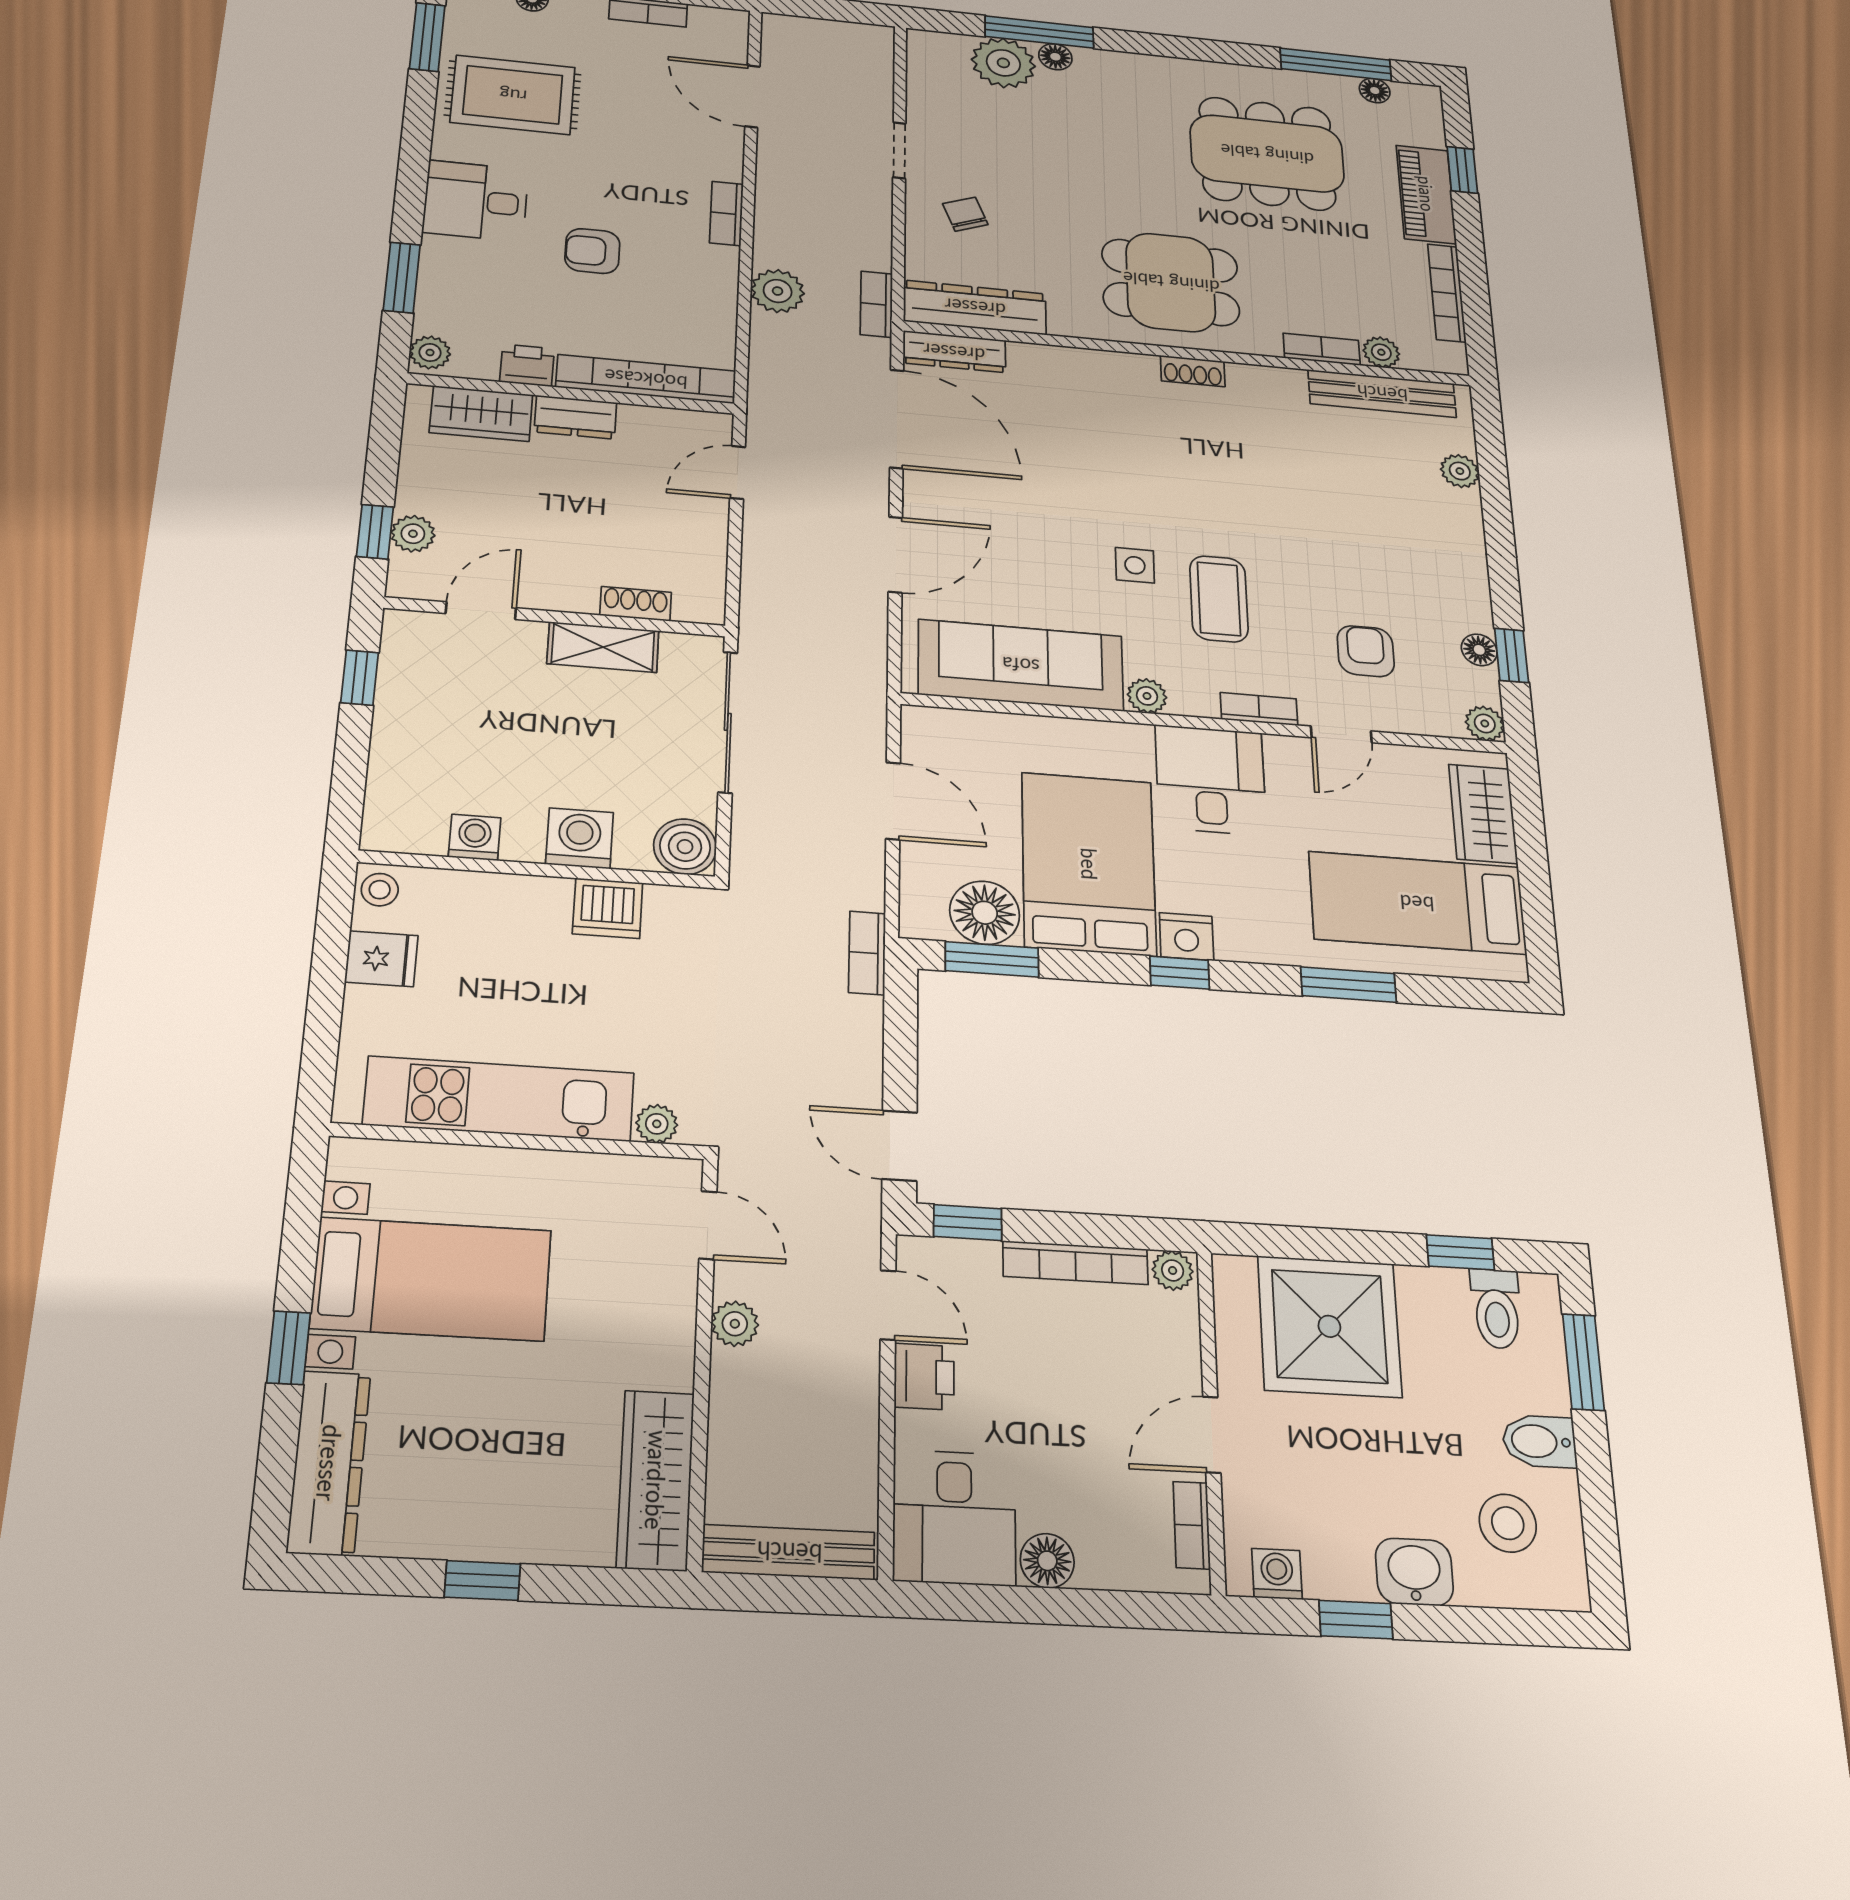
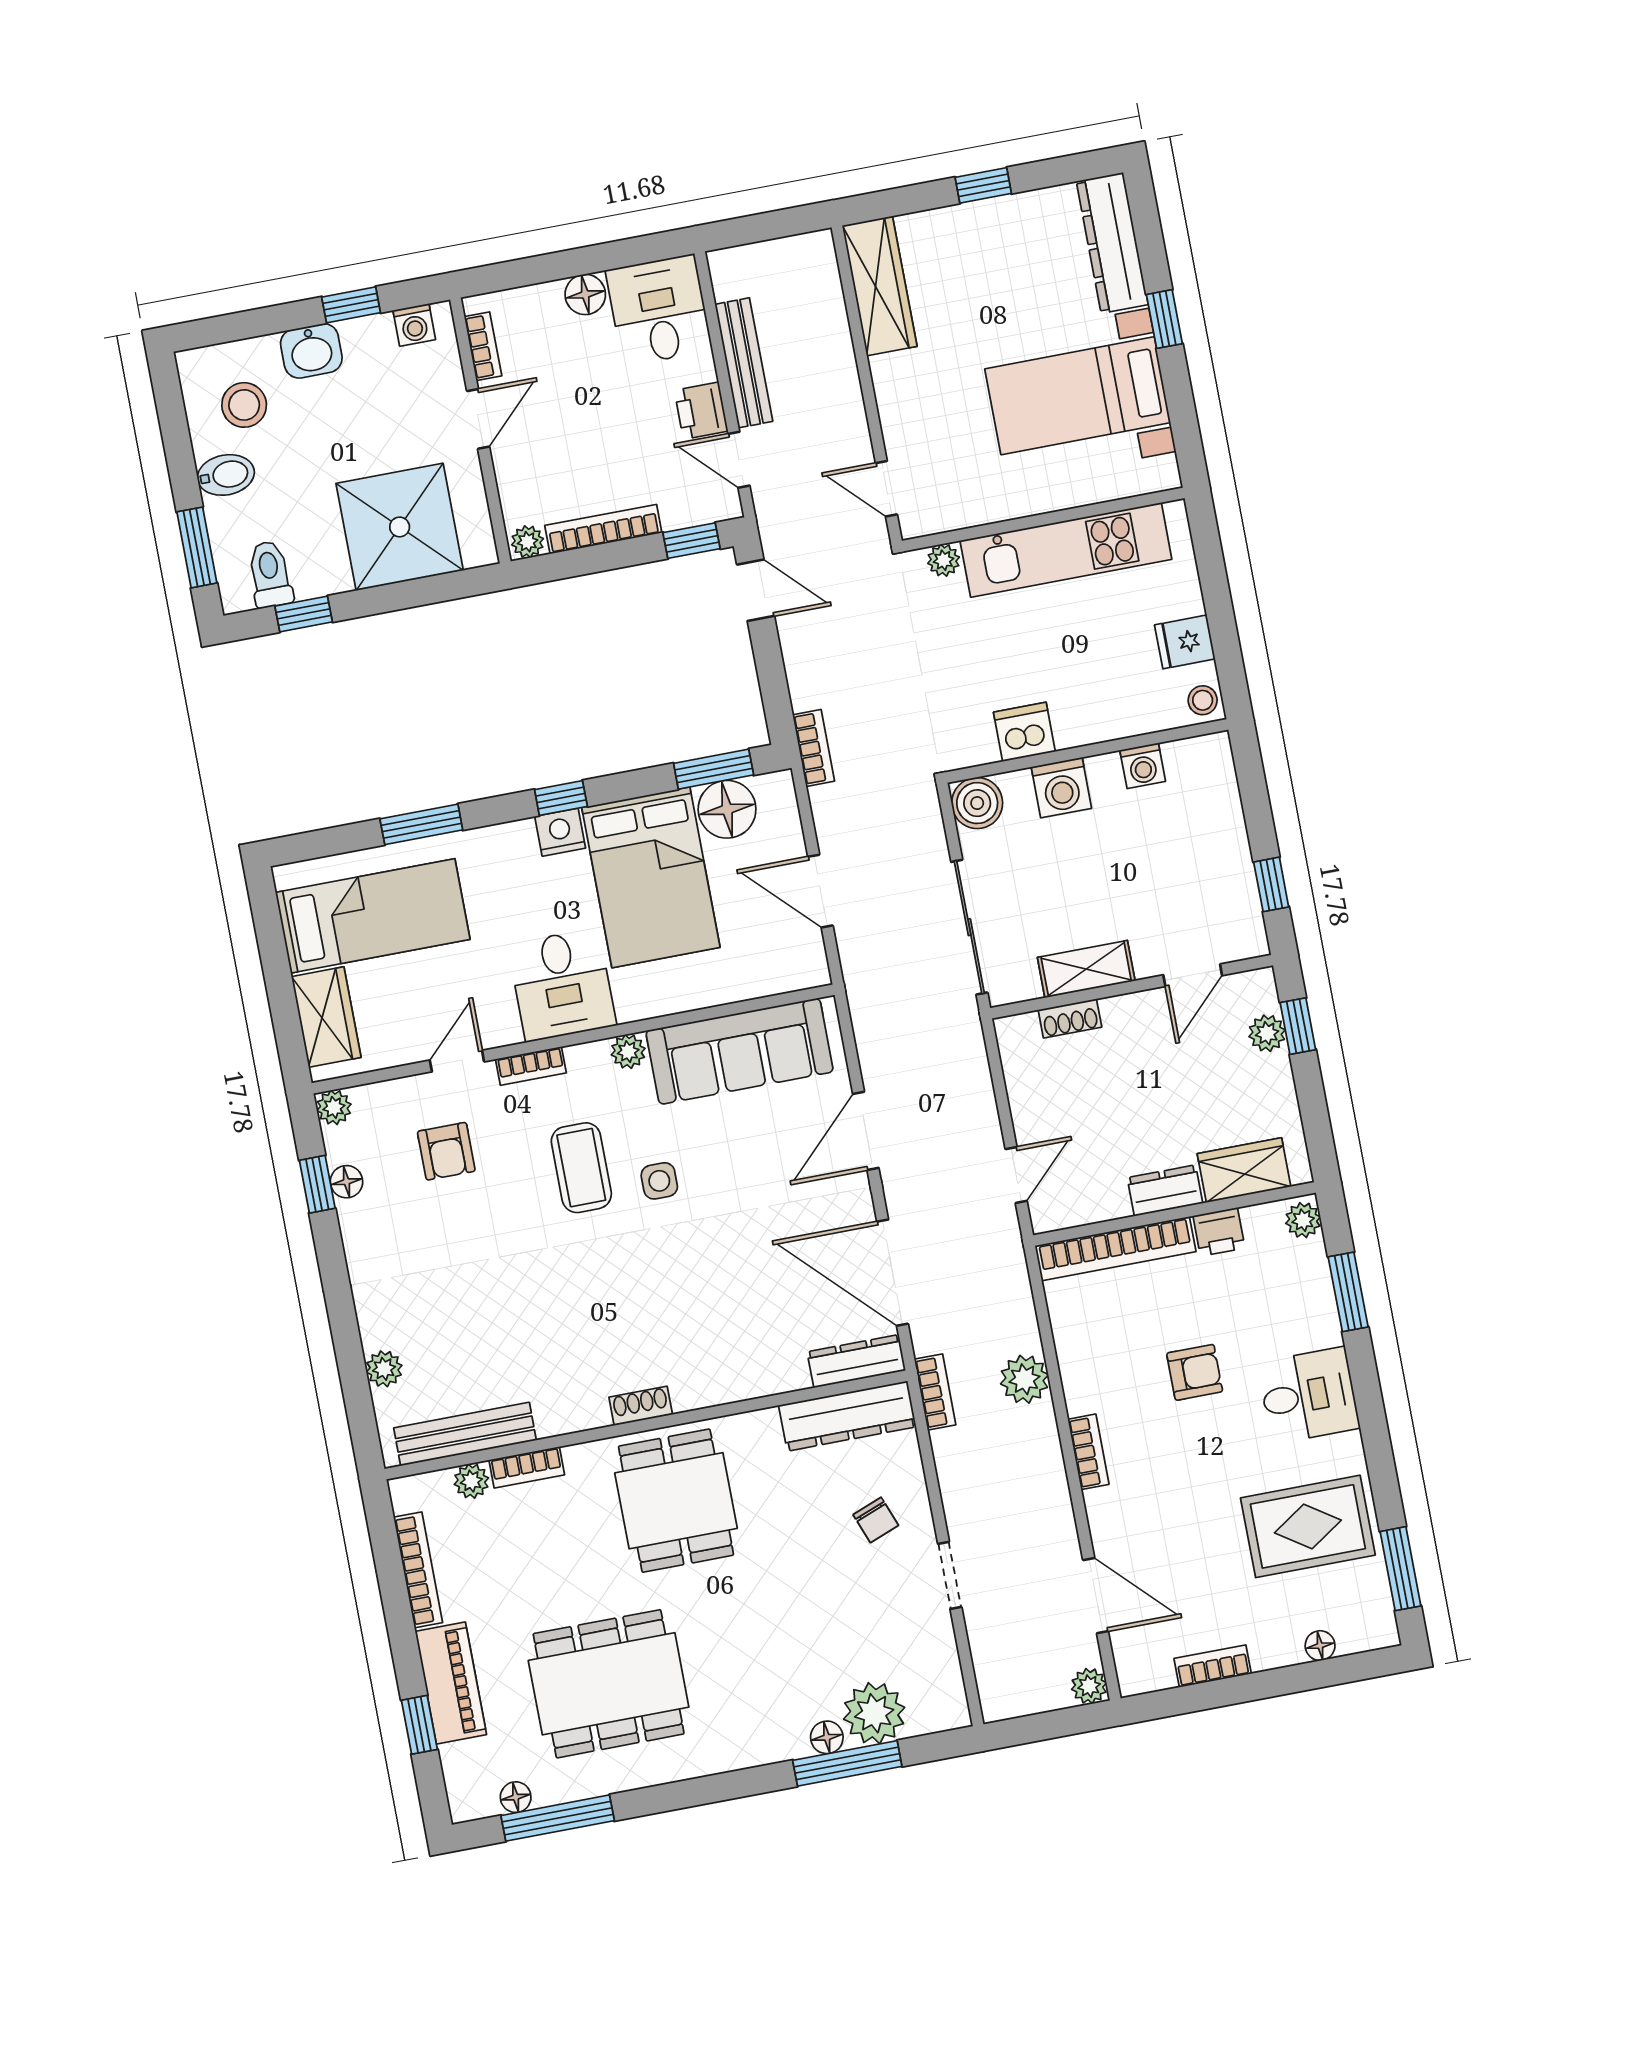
dining table: (1171, 282) -> (676, 1501), turned 90
plant: (735, 1324) -> (1089, 1686), moved
bench: (789, 1552) -> (744, 363), moved, turned 90

